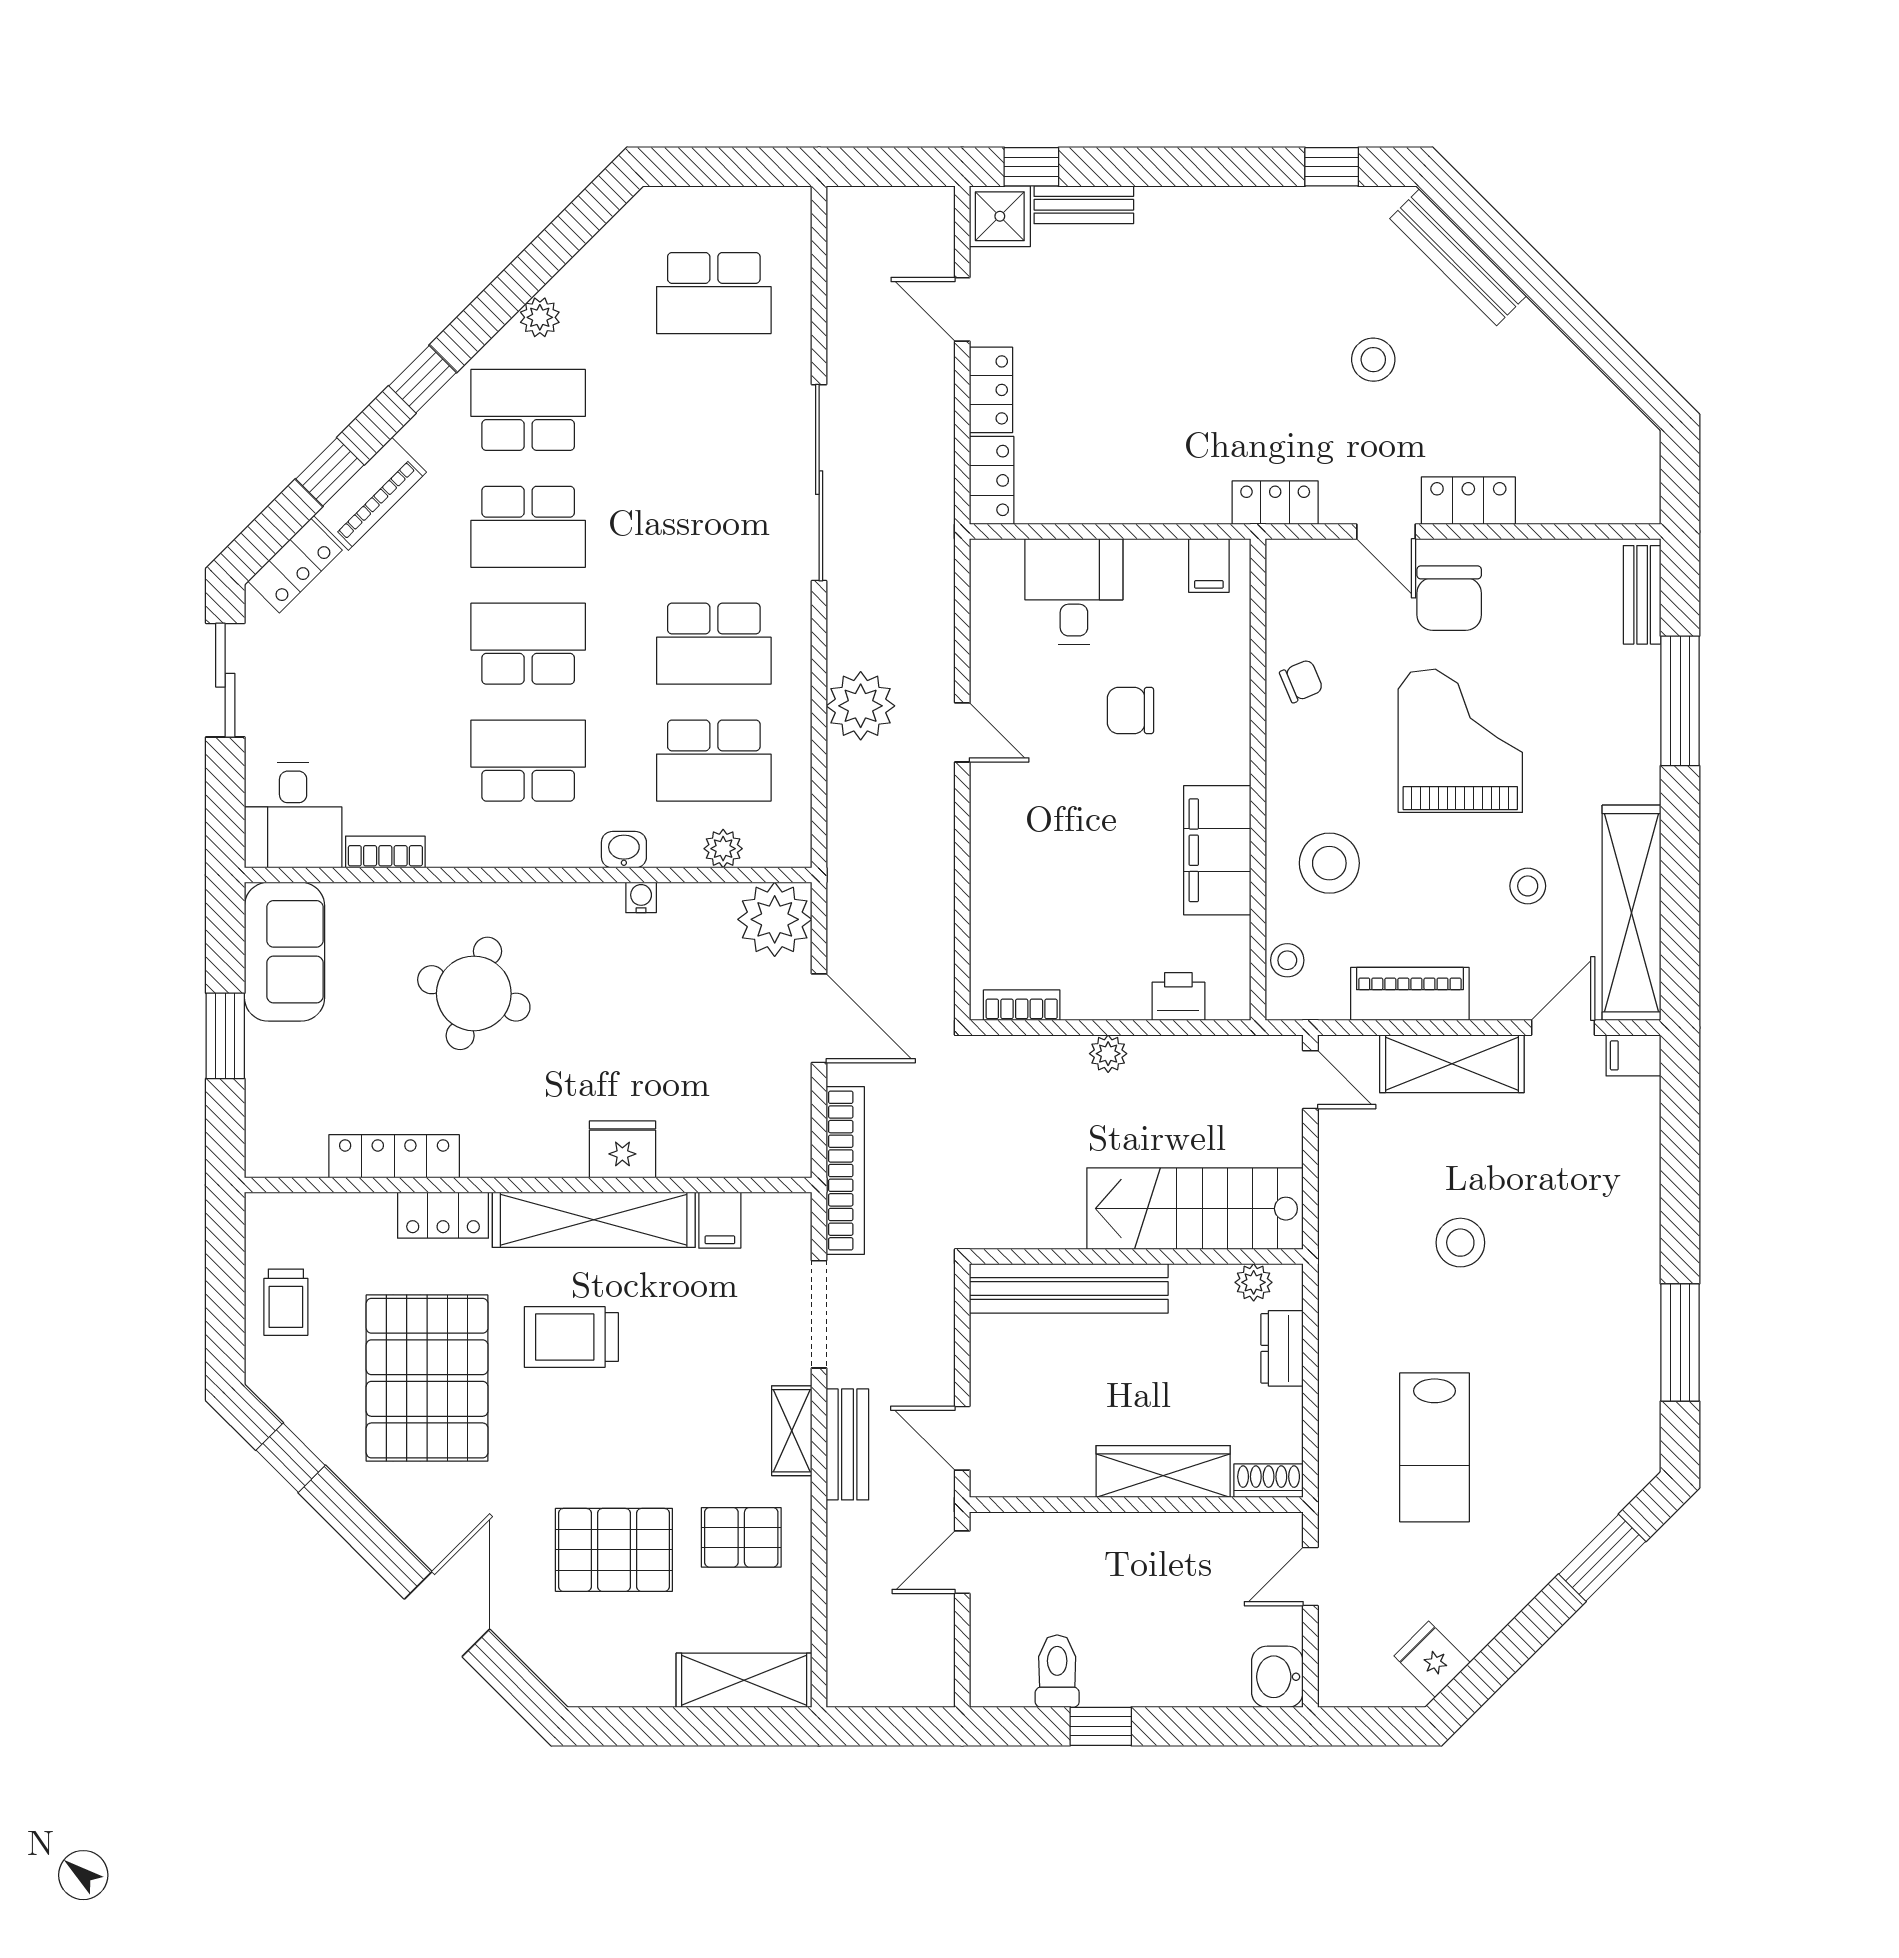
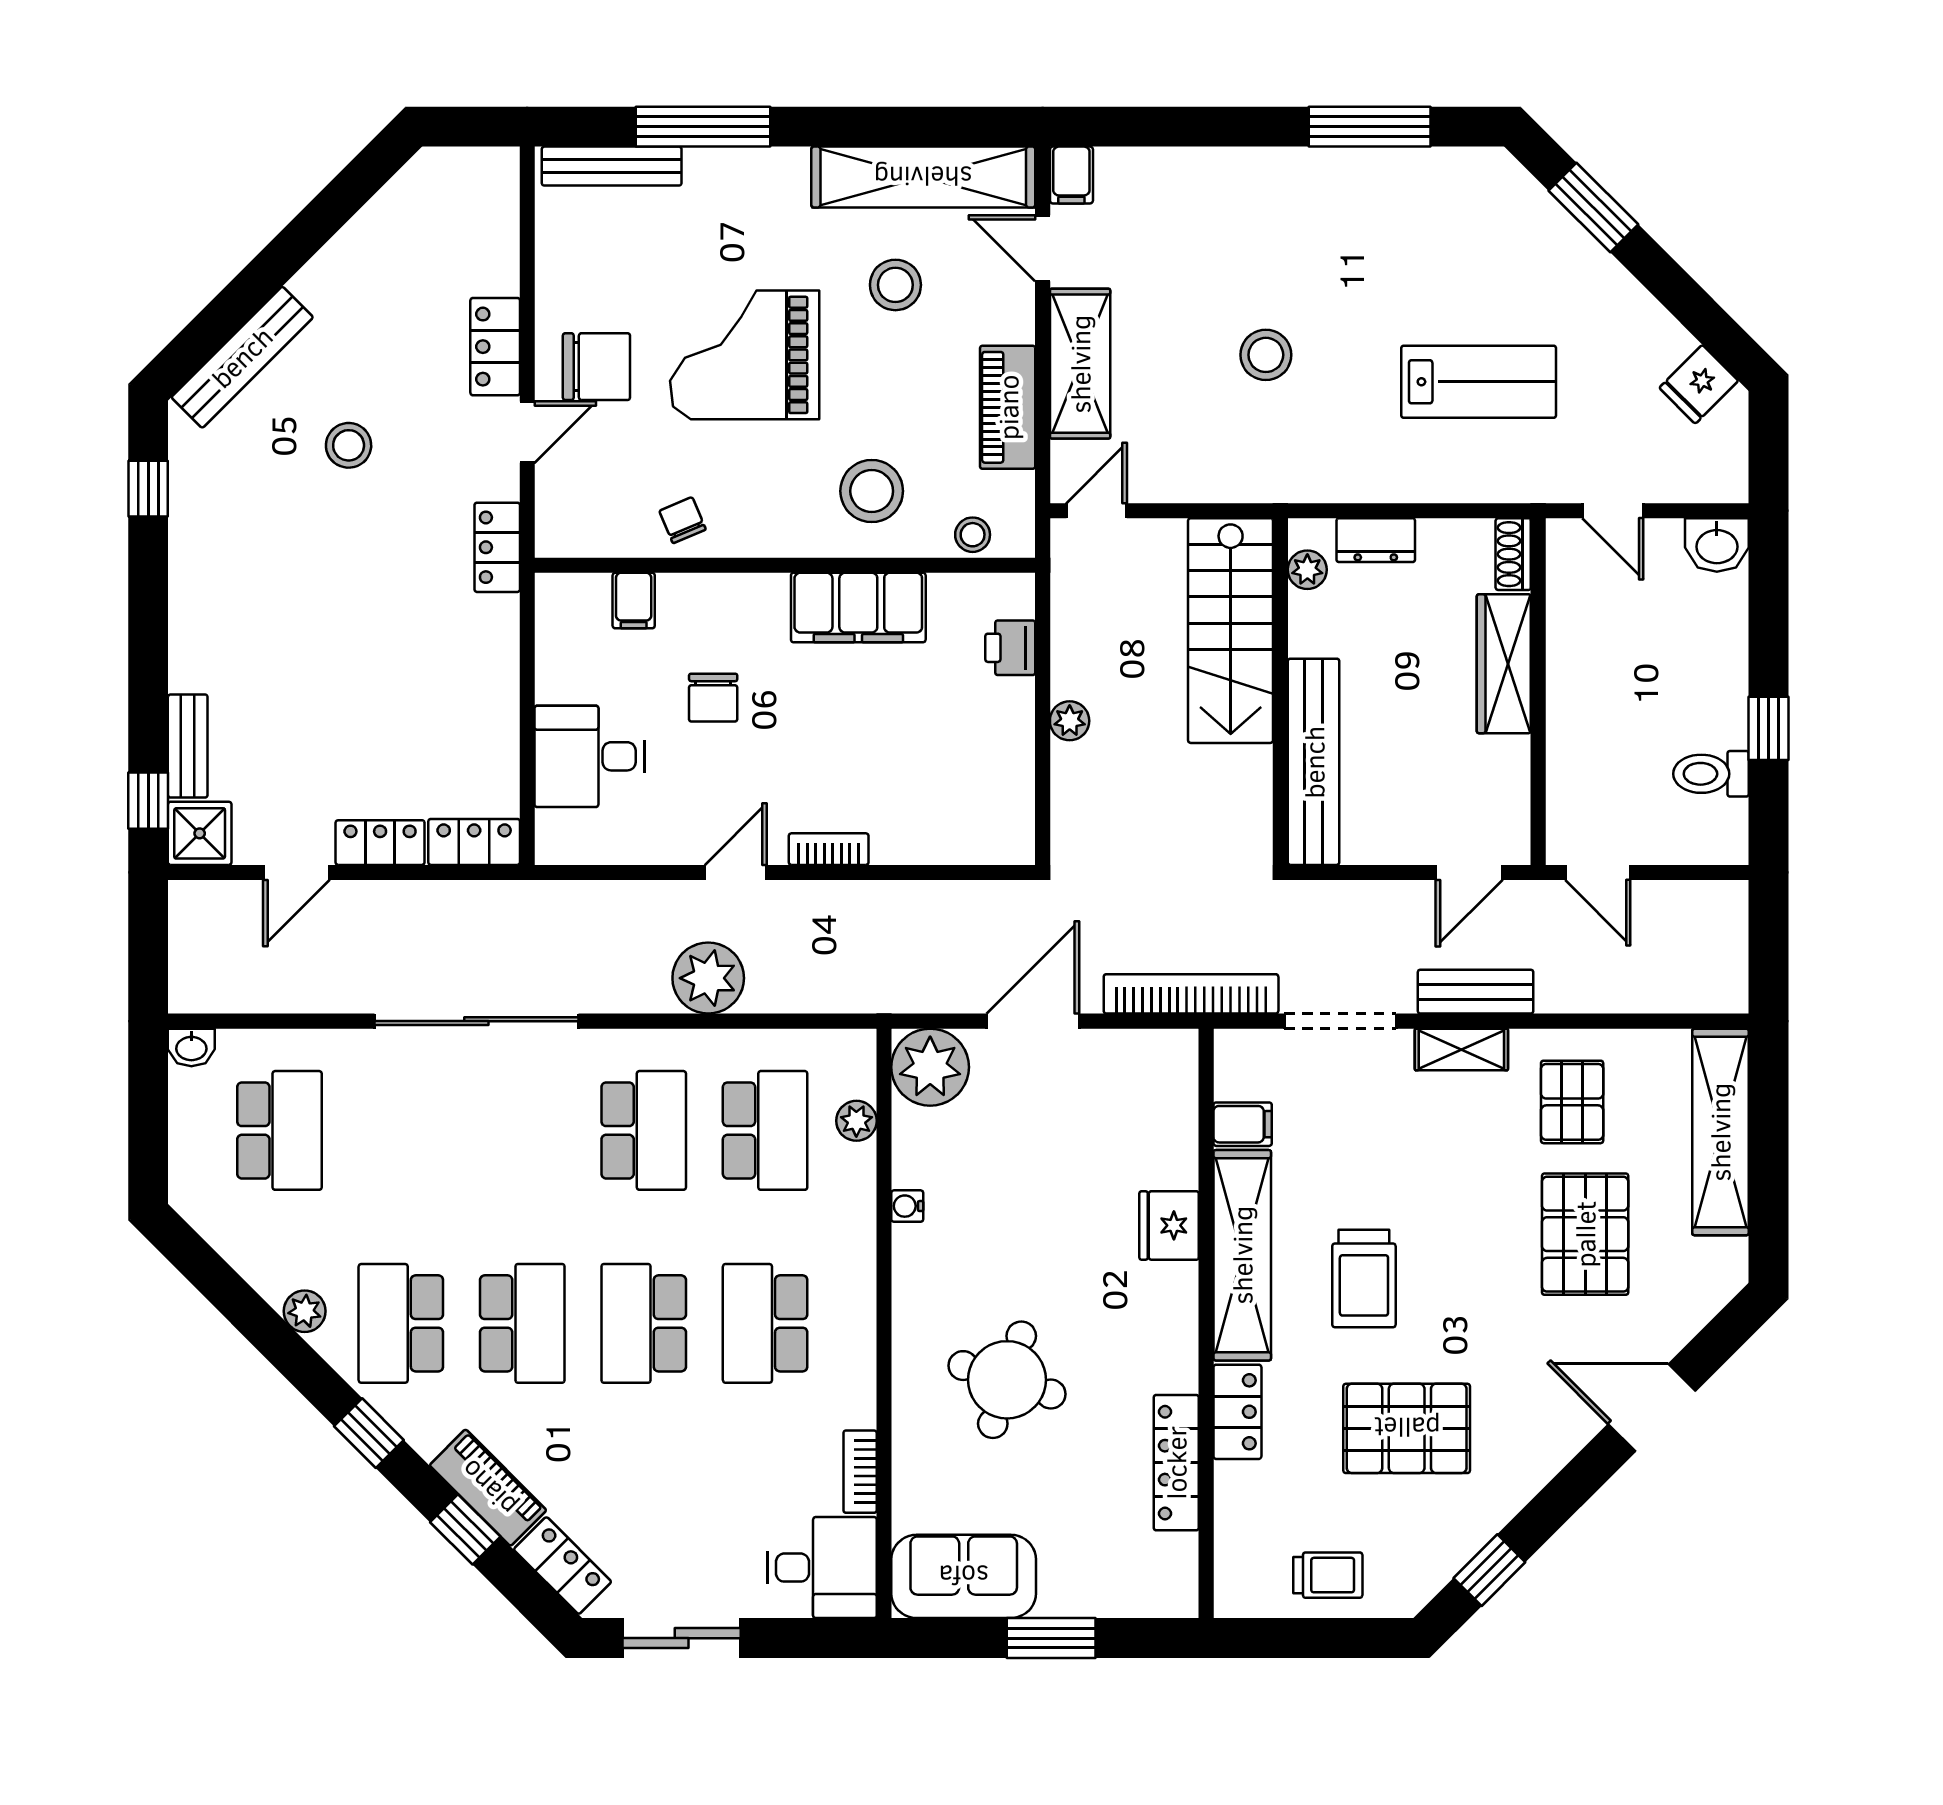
filing cabinet: (1209, 566) -> (634, 601), moved, turned 90
bench: (1642, 595) -> (612, 166), width x1.36
washbasin: (624, 850) -> (191, 1047), moved, turned -90
stool: (1528, 886) -> (895, 285), width x1.37, depth x1.37
bookcase: (1022, 1005) -> (829, 849), moved, turned 90
pallet: (427, 1378) -> (1407, 1428), width x0.73, depth x0.71
shelving: (744, 1680) -> (1720, 1132), width x1.47

